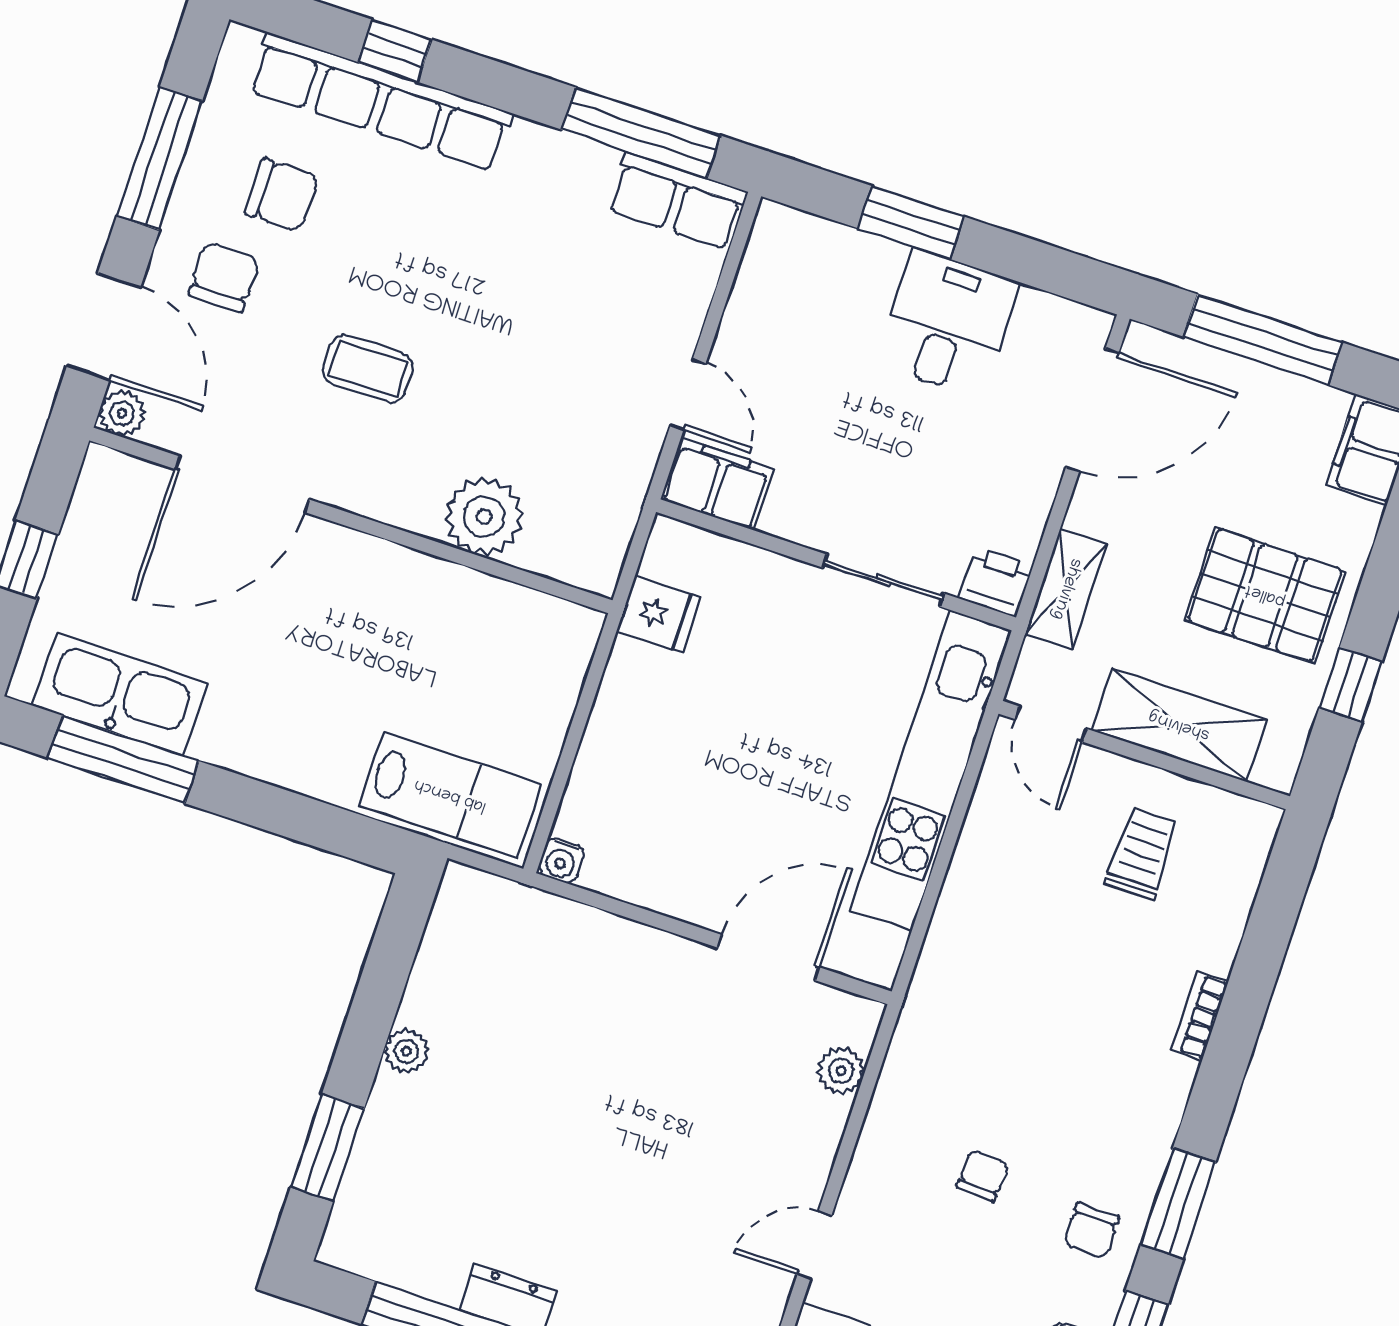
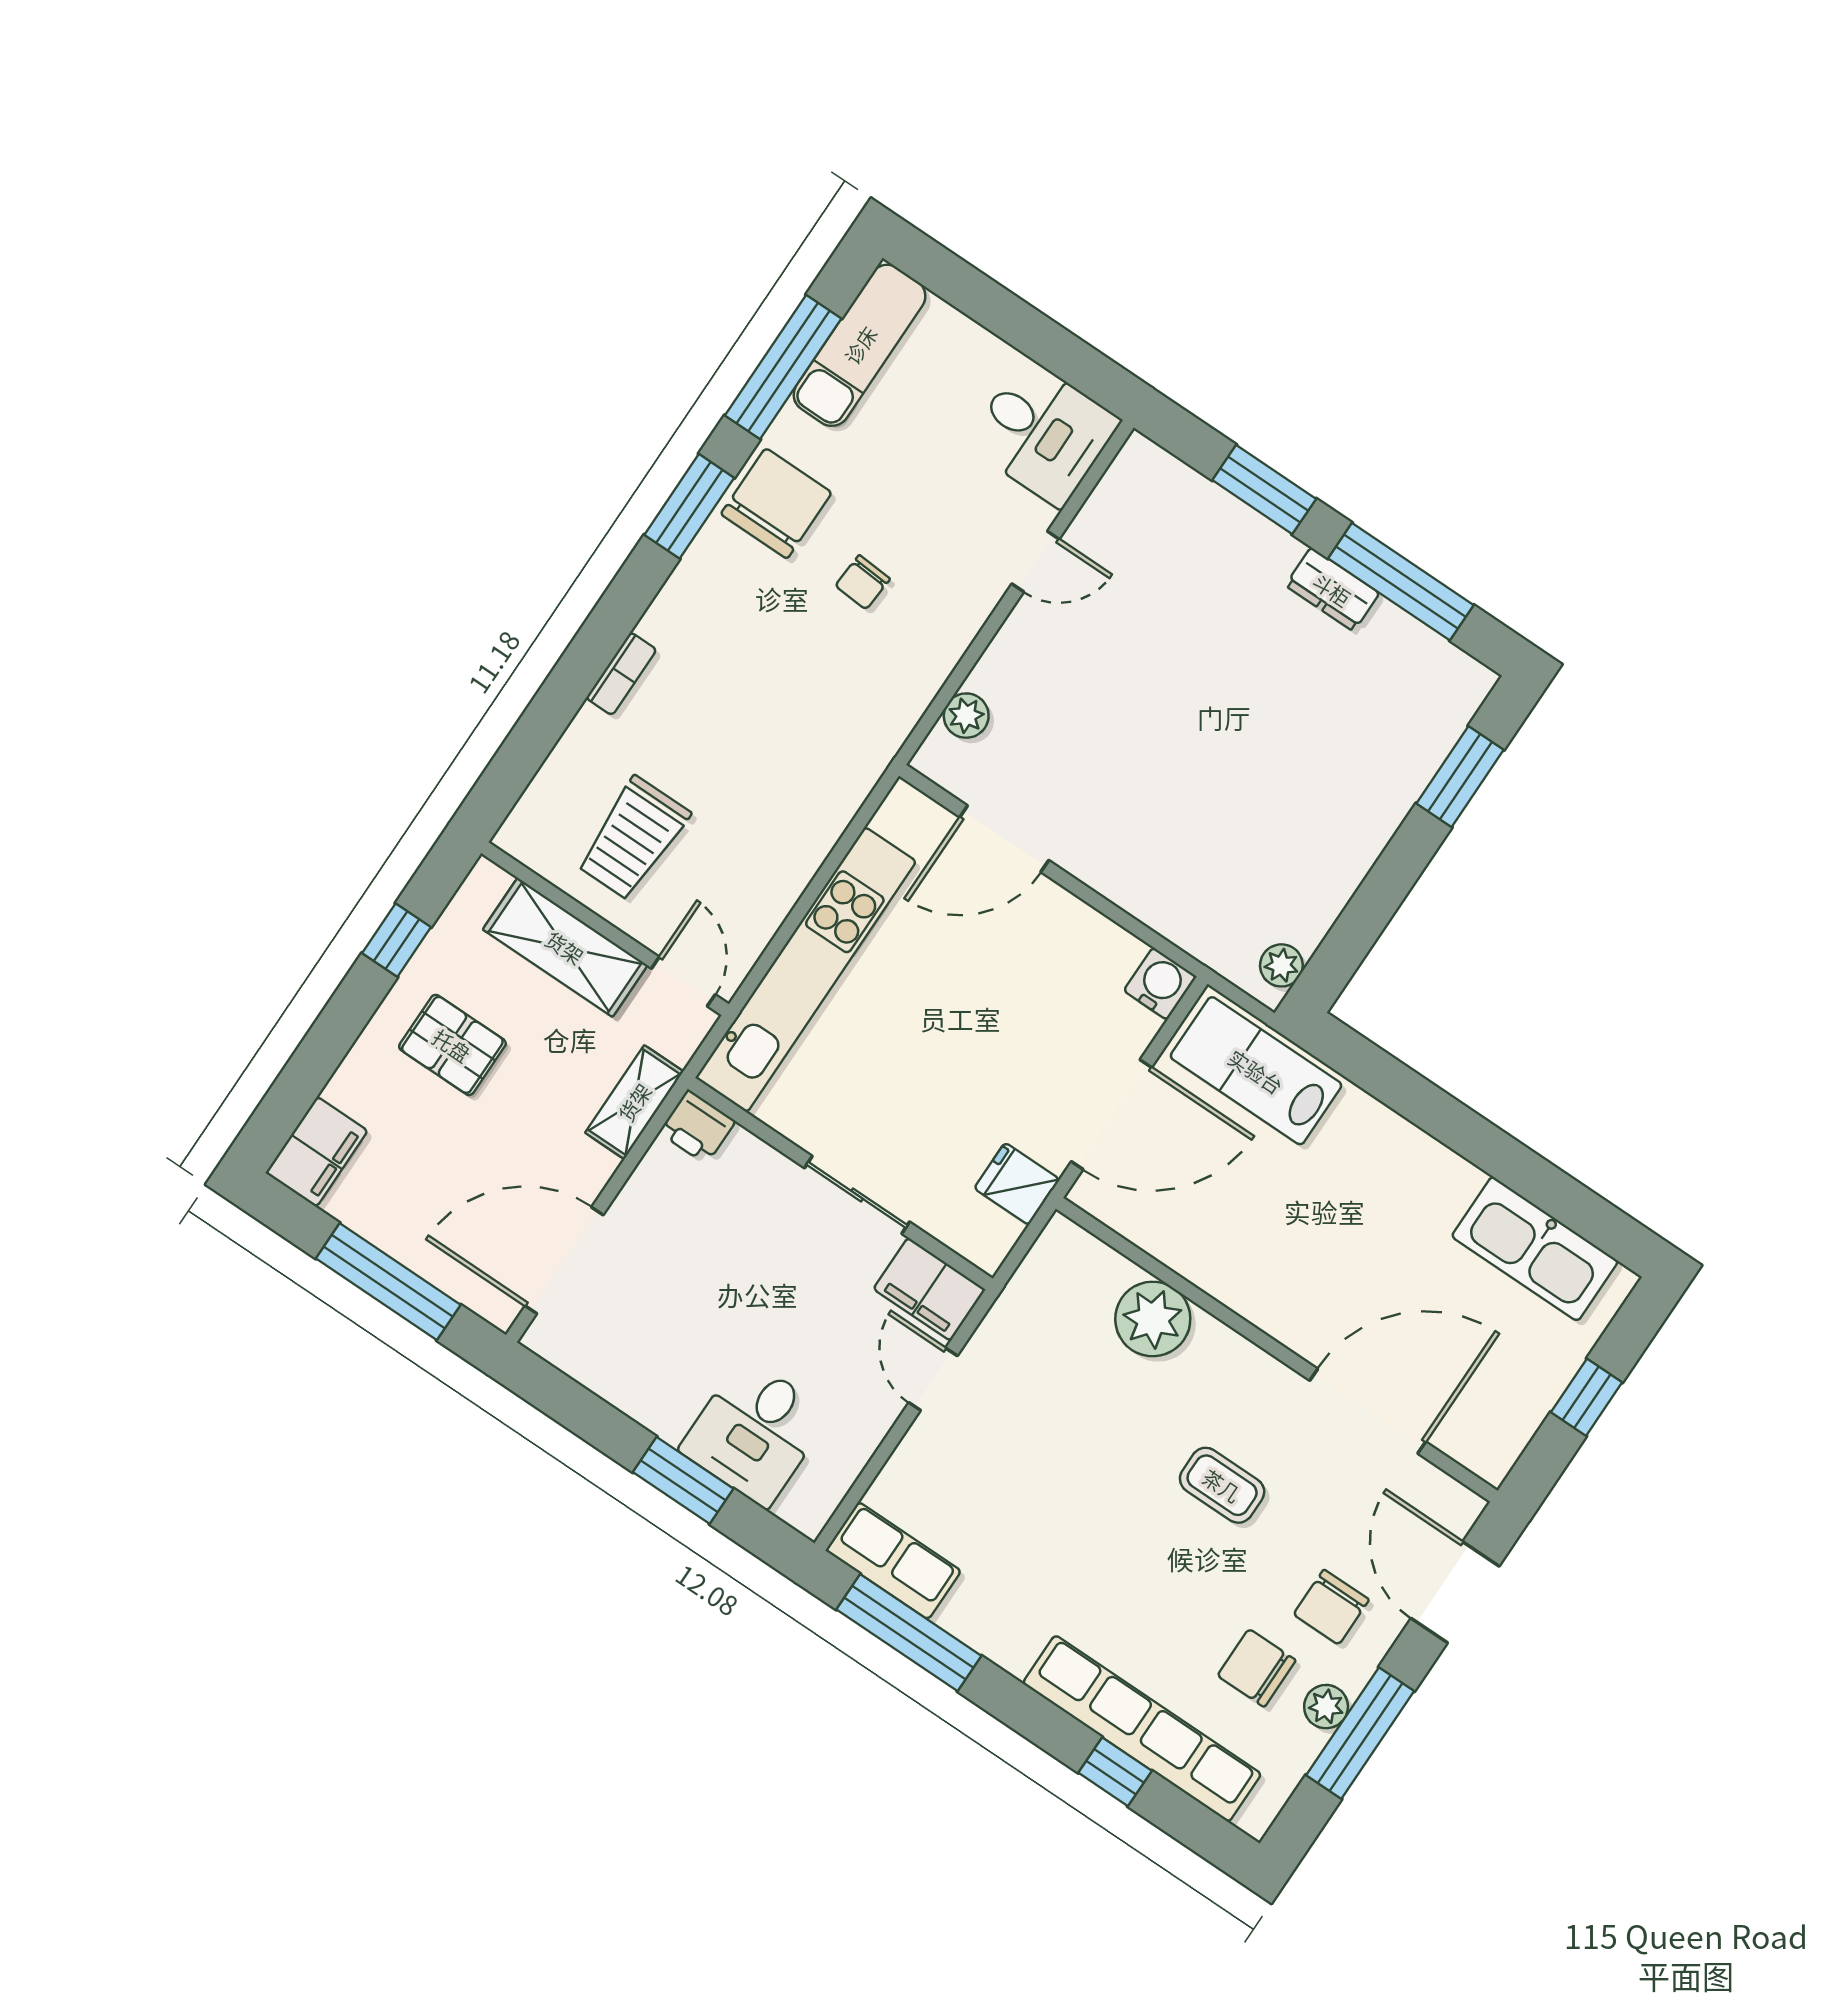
desk: (948, 323) -> (755, 1432), moved
plant: (122, 413) -> (1326, 1707), moved
sliding door: (883, 581) -> (857, 1195), moved
pallet: (1265, 595) -> (452, 1045), width x0.67, depth x0.71
door: (583, 710) -> (1112, 1115), added
window: (124, 759) -> (1548, 1188), removed
trolley: (1141, 854) -> (633, 838), width x1.36, depth x1.39
water cooler: (561, 860) -> (1160, 984), width x1.38, depth x1.38
plant: (406, 1051) -> (1281, 965), moved
chair: (1091, 1231) -> (776, 503), width x1.87, depth x1.87

